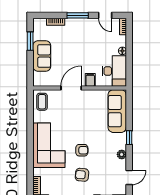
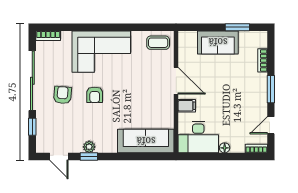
window: (129, 138) -> (89, 157), moved

